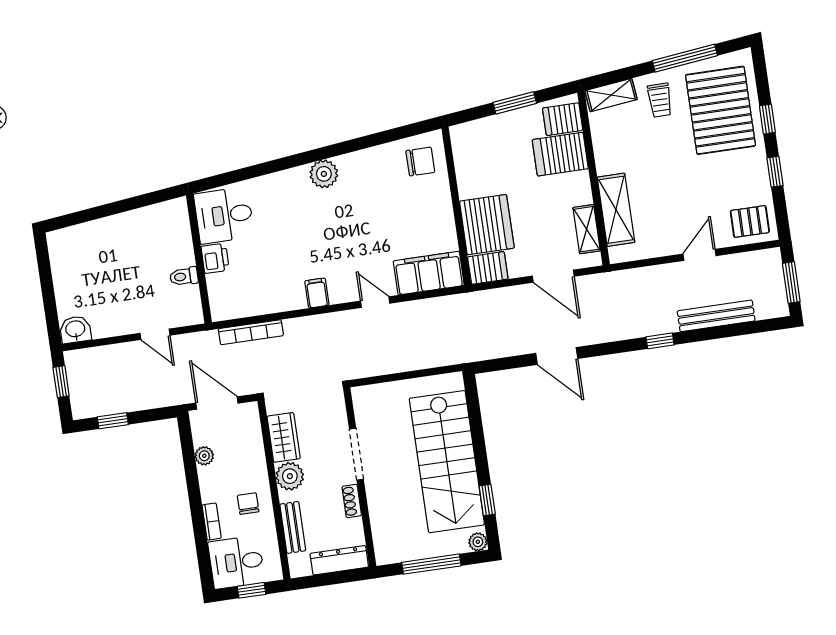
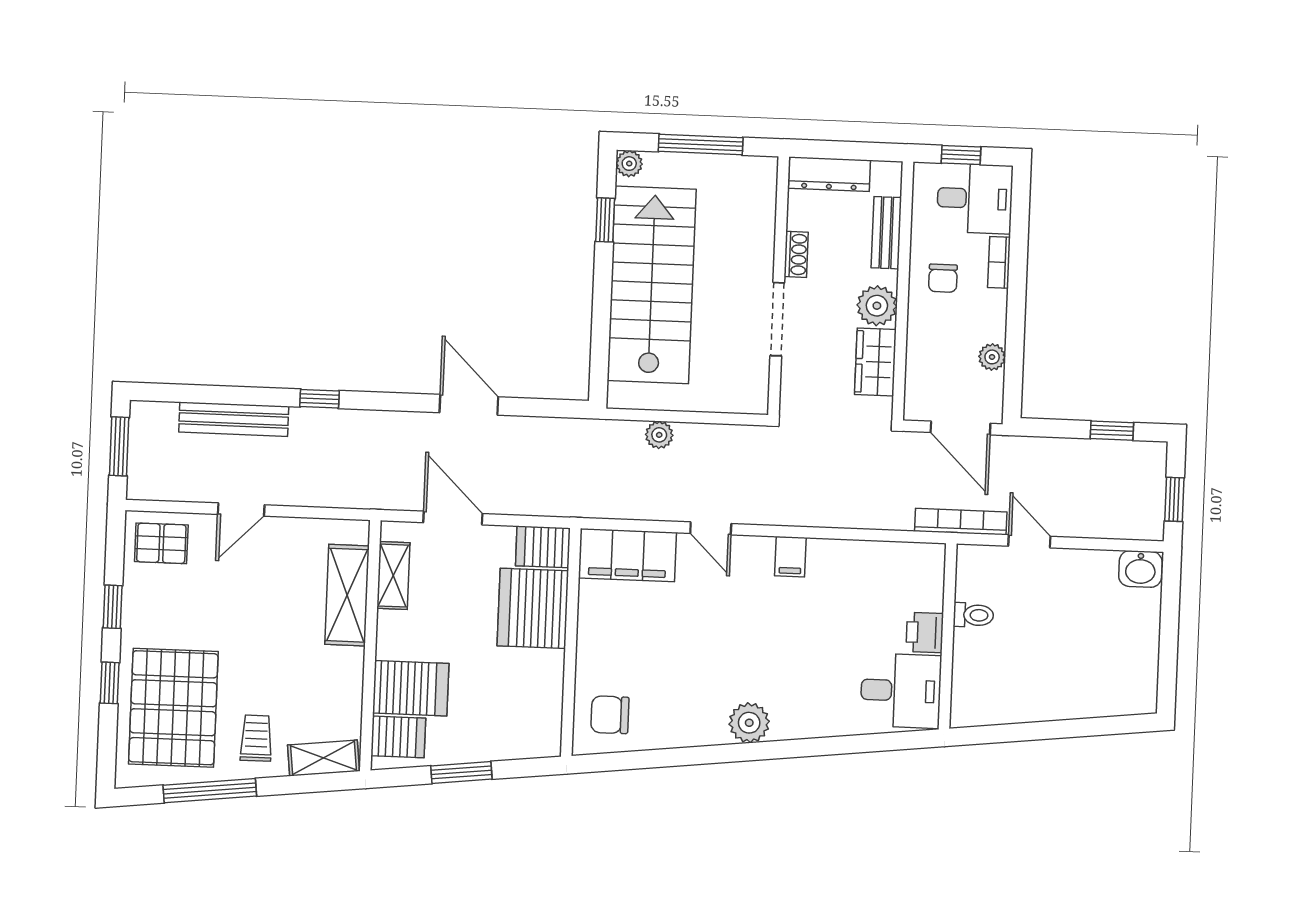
bookcase: (251, 332) -> (961, 522), moved
plant: (422, 360) -> (659, 435), added

